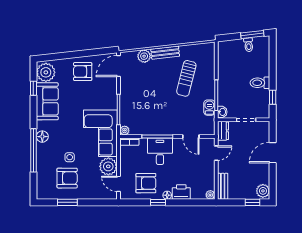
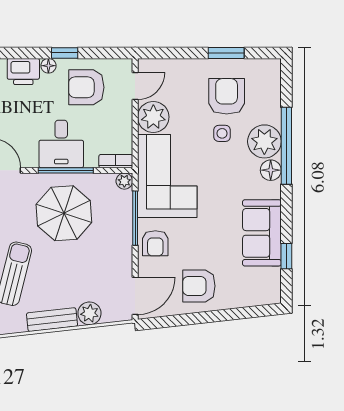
plant: (46, 72) -> (264, 141), moved
armchair: (83, 72) -> (199, 286), turned 180
armchair: (107, 95) -> (155, 243), added
parasol: (158, 112) -> (64, 213), added
armchair: (67, 178) -> (227, 96), turned 90
door: (118, 184) -> (135, 86), hinge flipped

